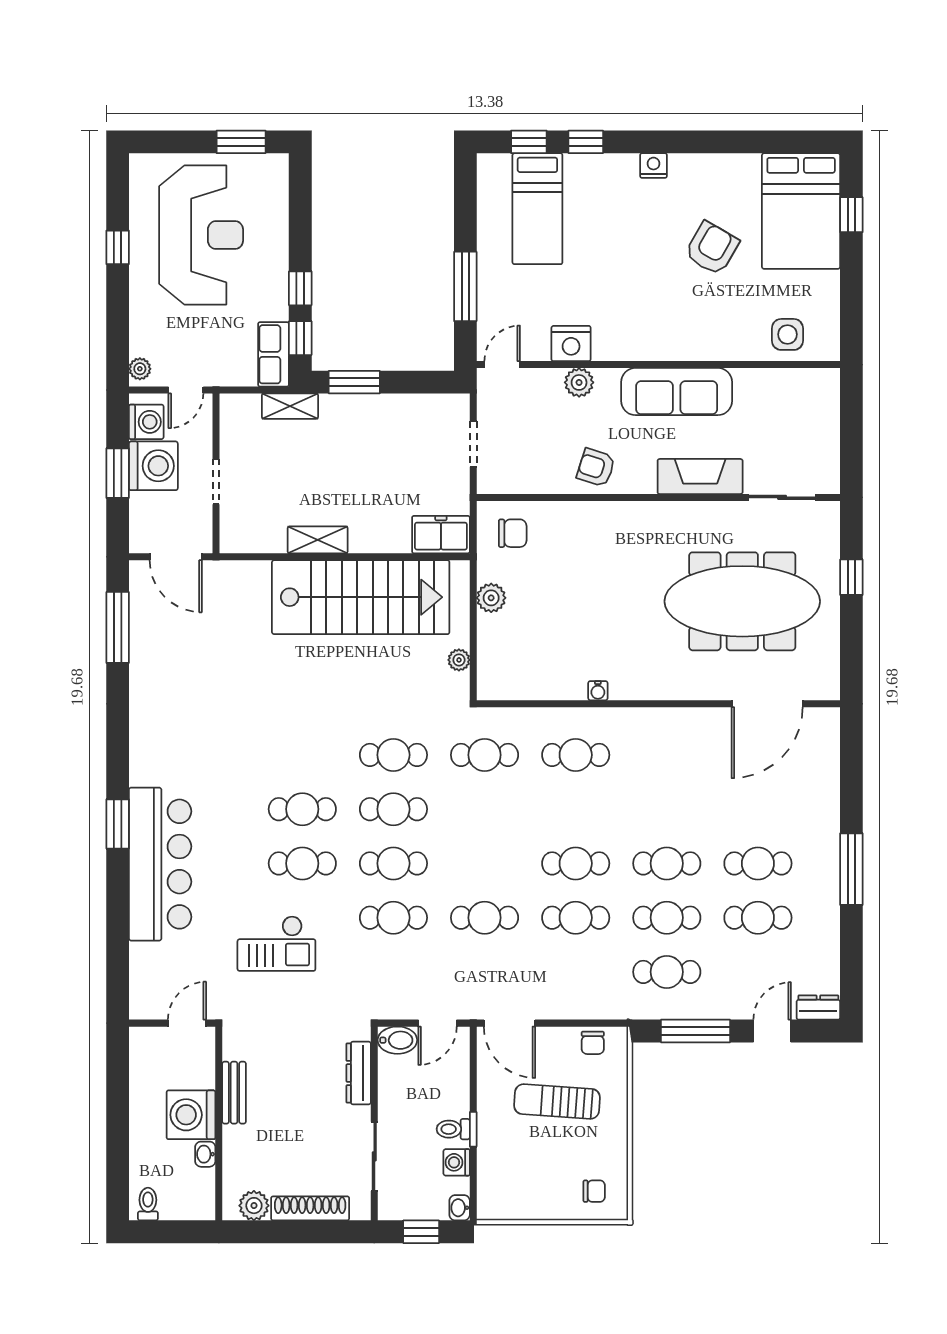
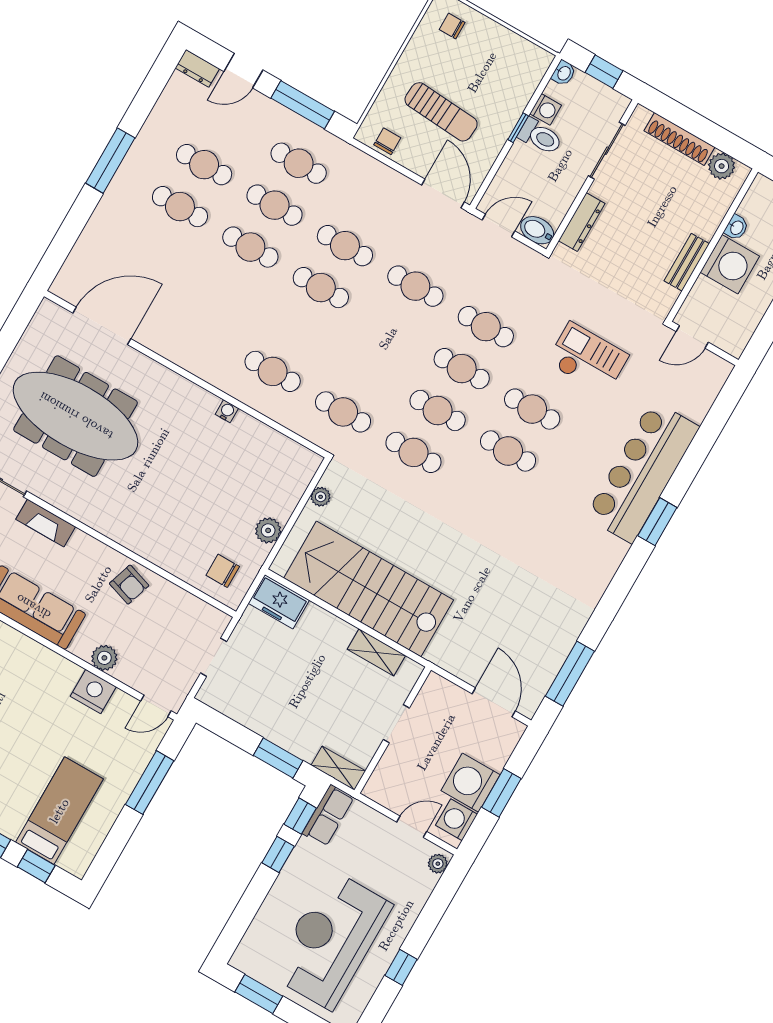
wall: (216, 473) -> (393, 730), moved
fireplace: (700, 477) -> (46, 523), width x0.73, depth x0.76
doorway: (216, 482) -> (396, 724), moved
toilet: (453, 1129) -> (540, 137), width x1.37, depth x1.39

